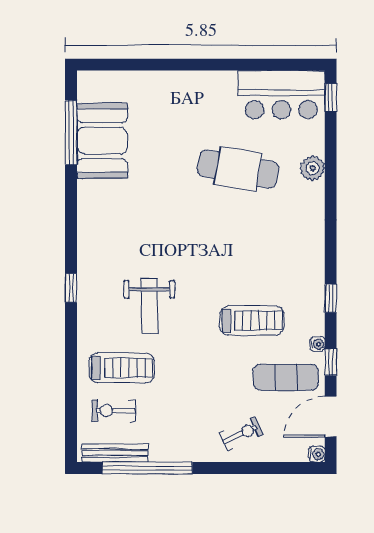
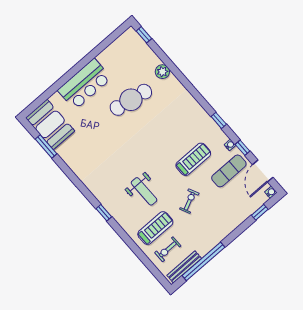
bar counter: (281, 95) -> (85, 84), moved
window: (71, 133) -> (46, 147), width x0.69
booth: (102, 141) -> (50, 124), moved
exercise bike: (241, 434) -> (189, 201), moved
window: (279, 468) -> (260, 212), added

